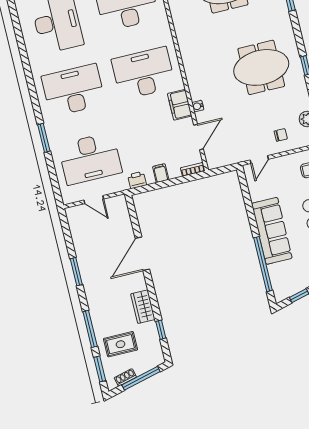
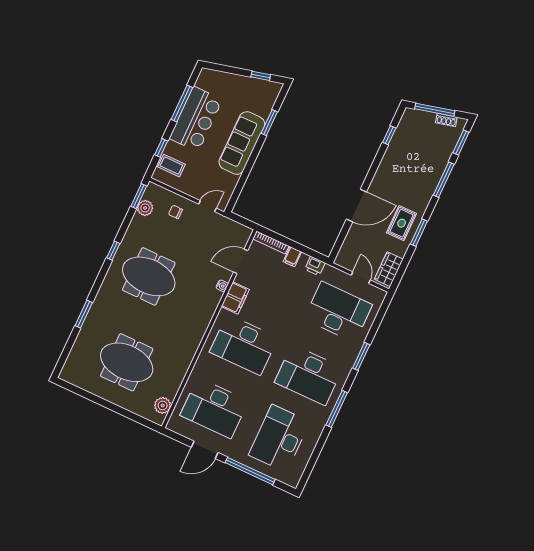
window: (30, 81) -> (337, 409), added
bookcase: (193, 169) -> (271, 242), width x1.56
window: (263, 264) -> (269, 123), width x0.47
wardrobe: (143, 307) -> (389, 269), moved, turned 180
rug: (120, 344) -> (402, 223), moved, turned 90

